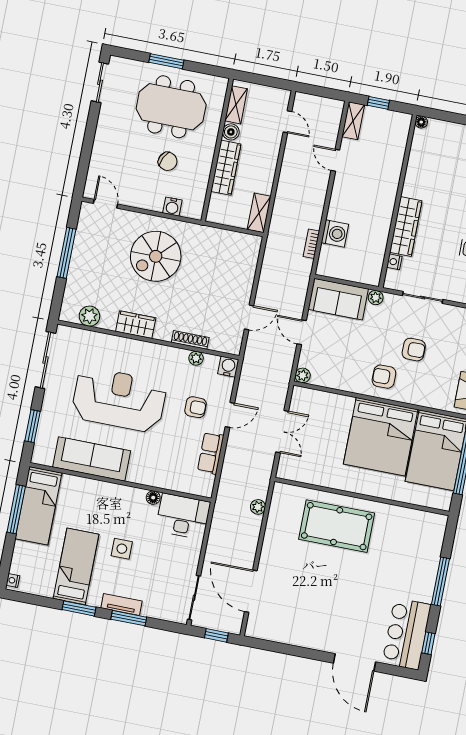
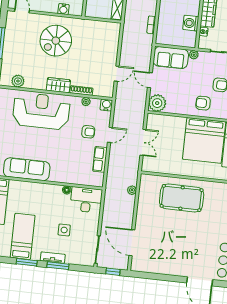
washing machine: (335, 233) -> (191, 23), moved, turned 180
wardrobe: (136, 325) -> (58, 85), moved
plant: (303, 375) -> (157, 103), width x1.87, depth x1.87
reception desk: (119, 400) -> (41, 111), moved
side table: (122, 549) -> (64, 230), moved

